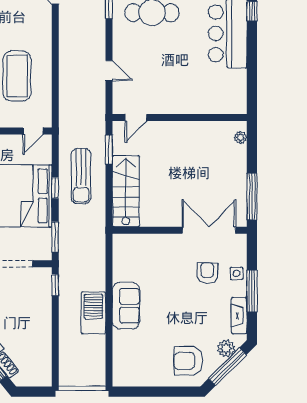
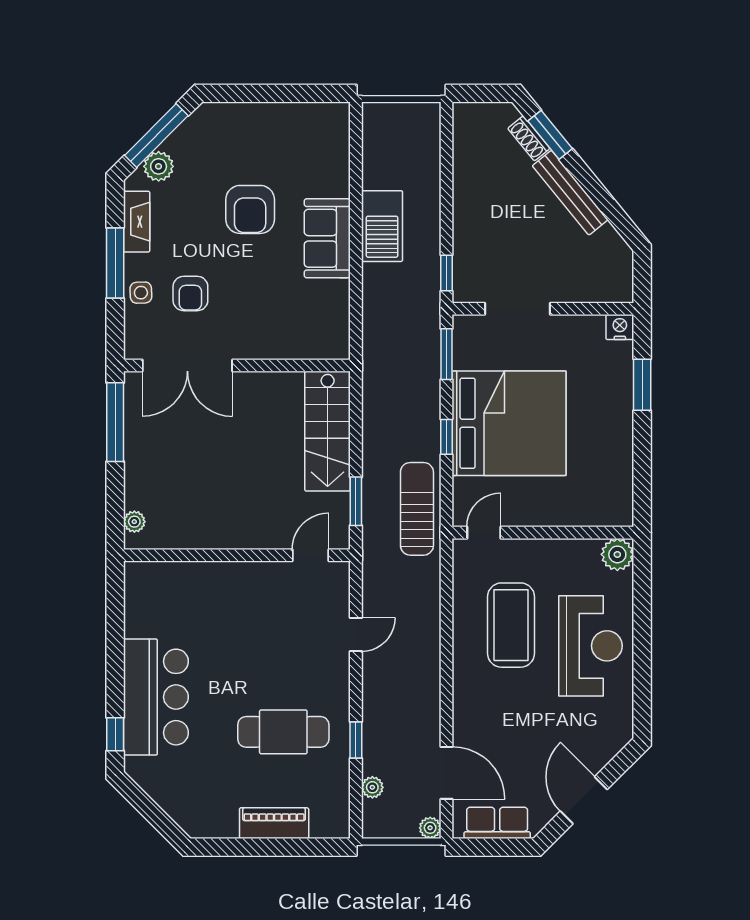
door: (109, 70) -> (356, 635), swing flipped
sun lounger: (81, 176) -> (417, 509), moved
armchair: (188, 361) -> (250, 209), moved, turned 90

